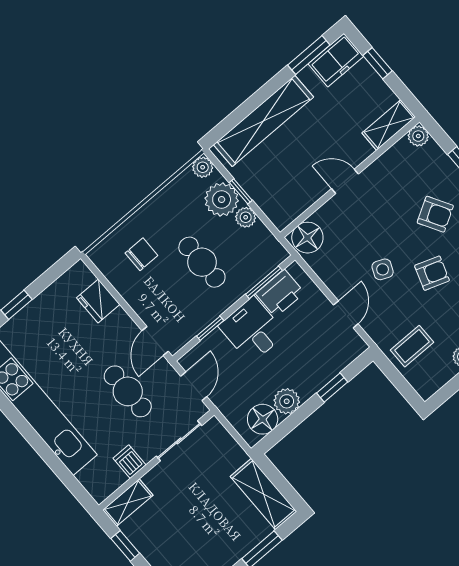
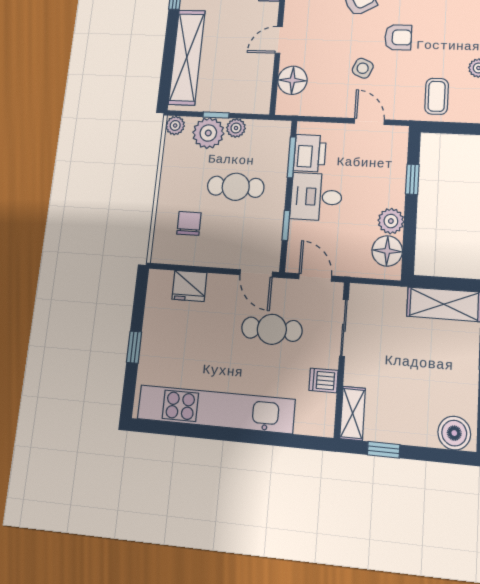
floor lamp: (307, 238) -> (292, 80), moved
armchair: (432, 273) -> (398, 37), turned 71

